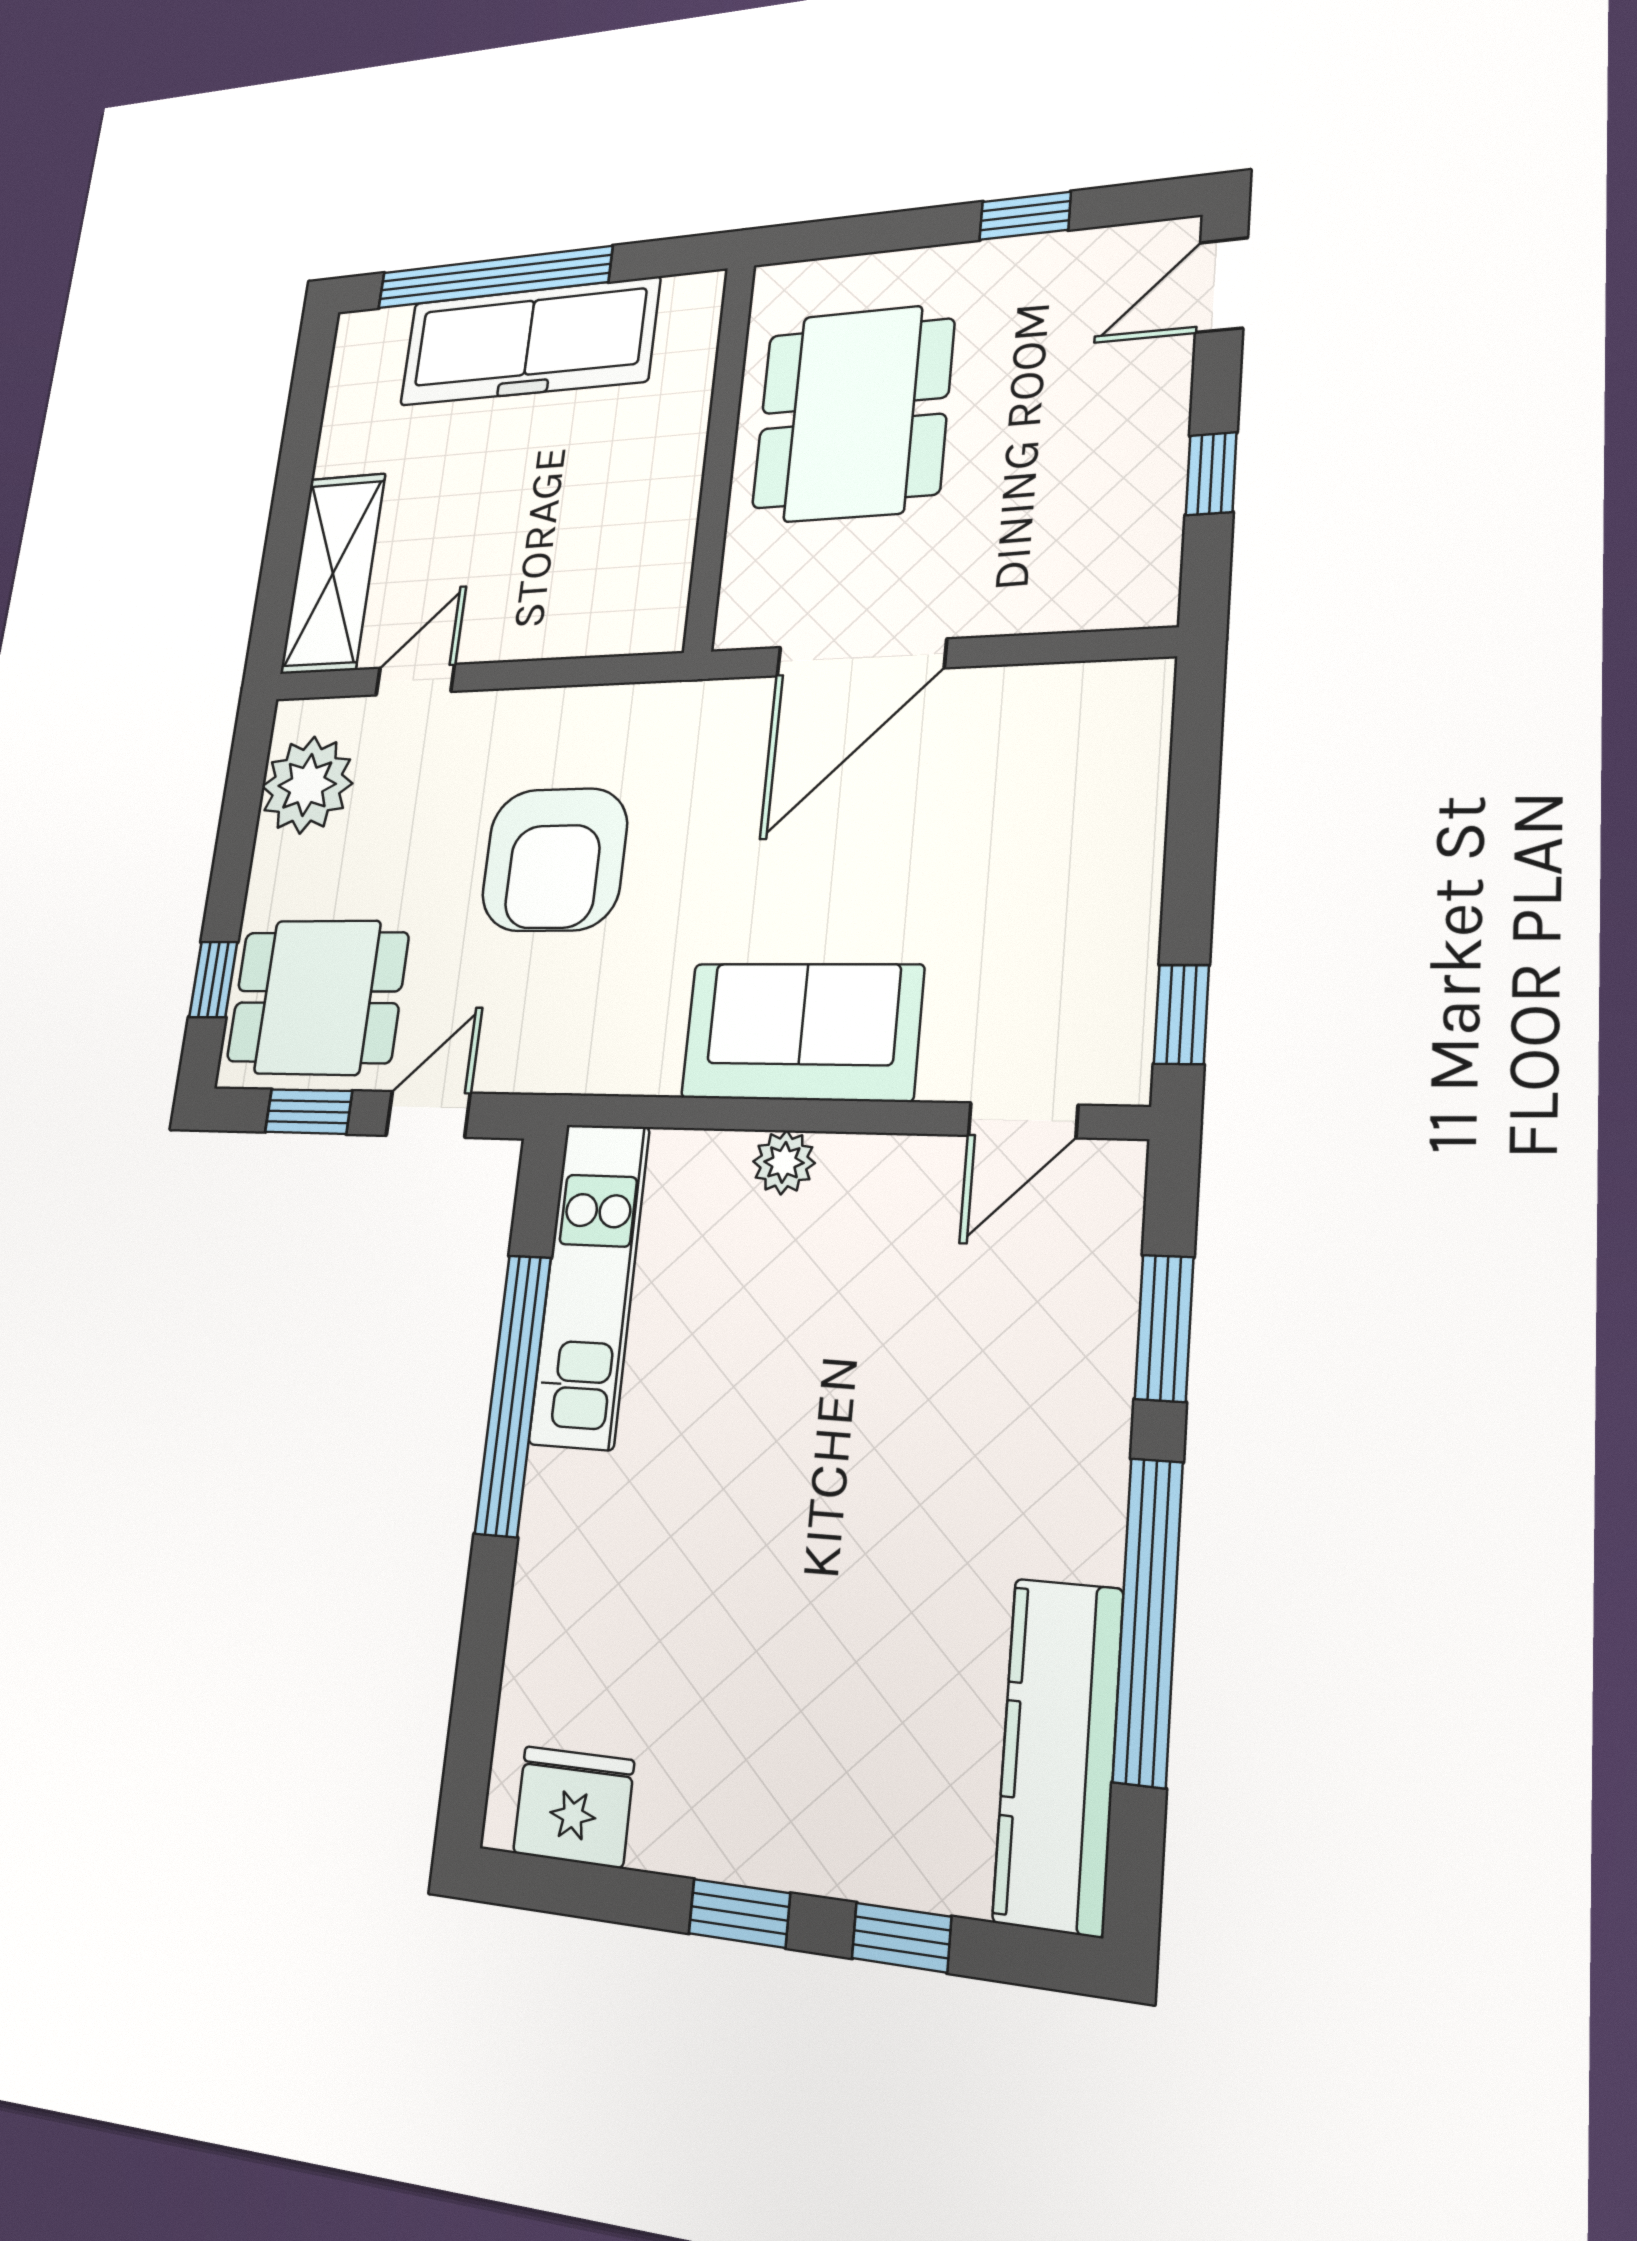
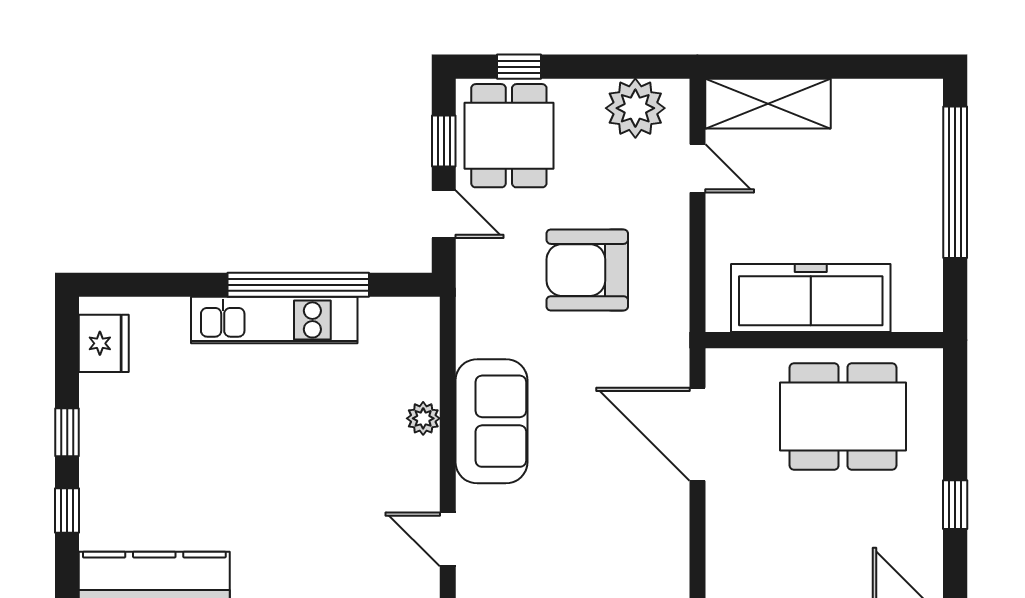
freezer: (529, 342) -> (811, 298), moved, turned 90
kitchen unit: (590, 1284) -> (274, 320), moved

